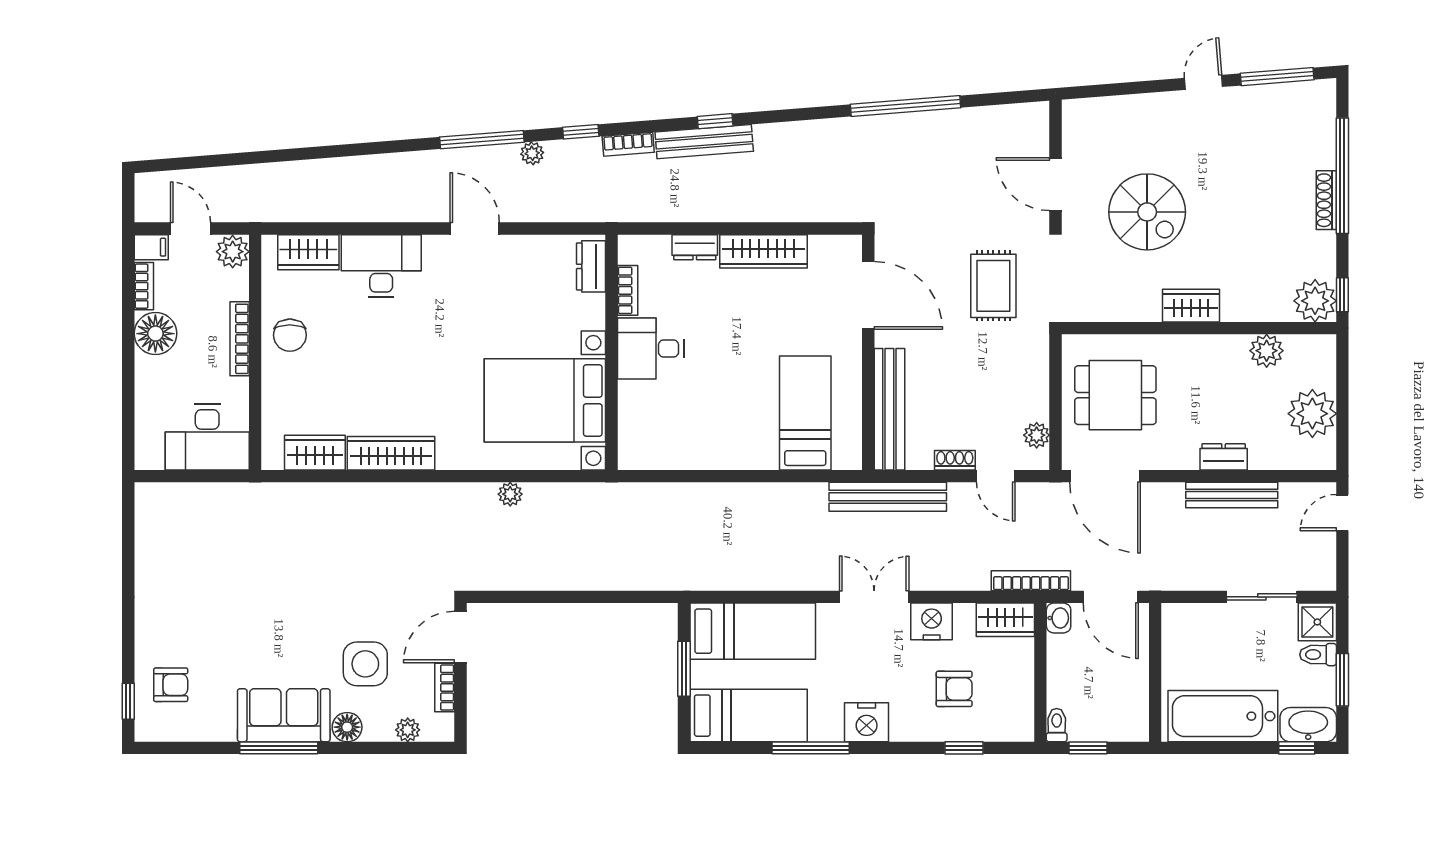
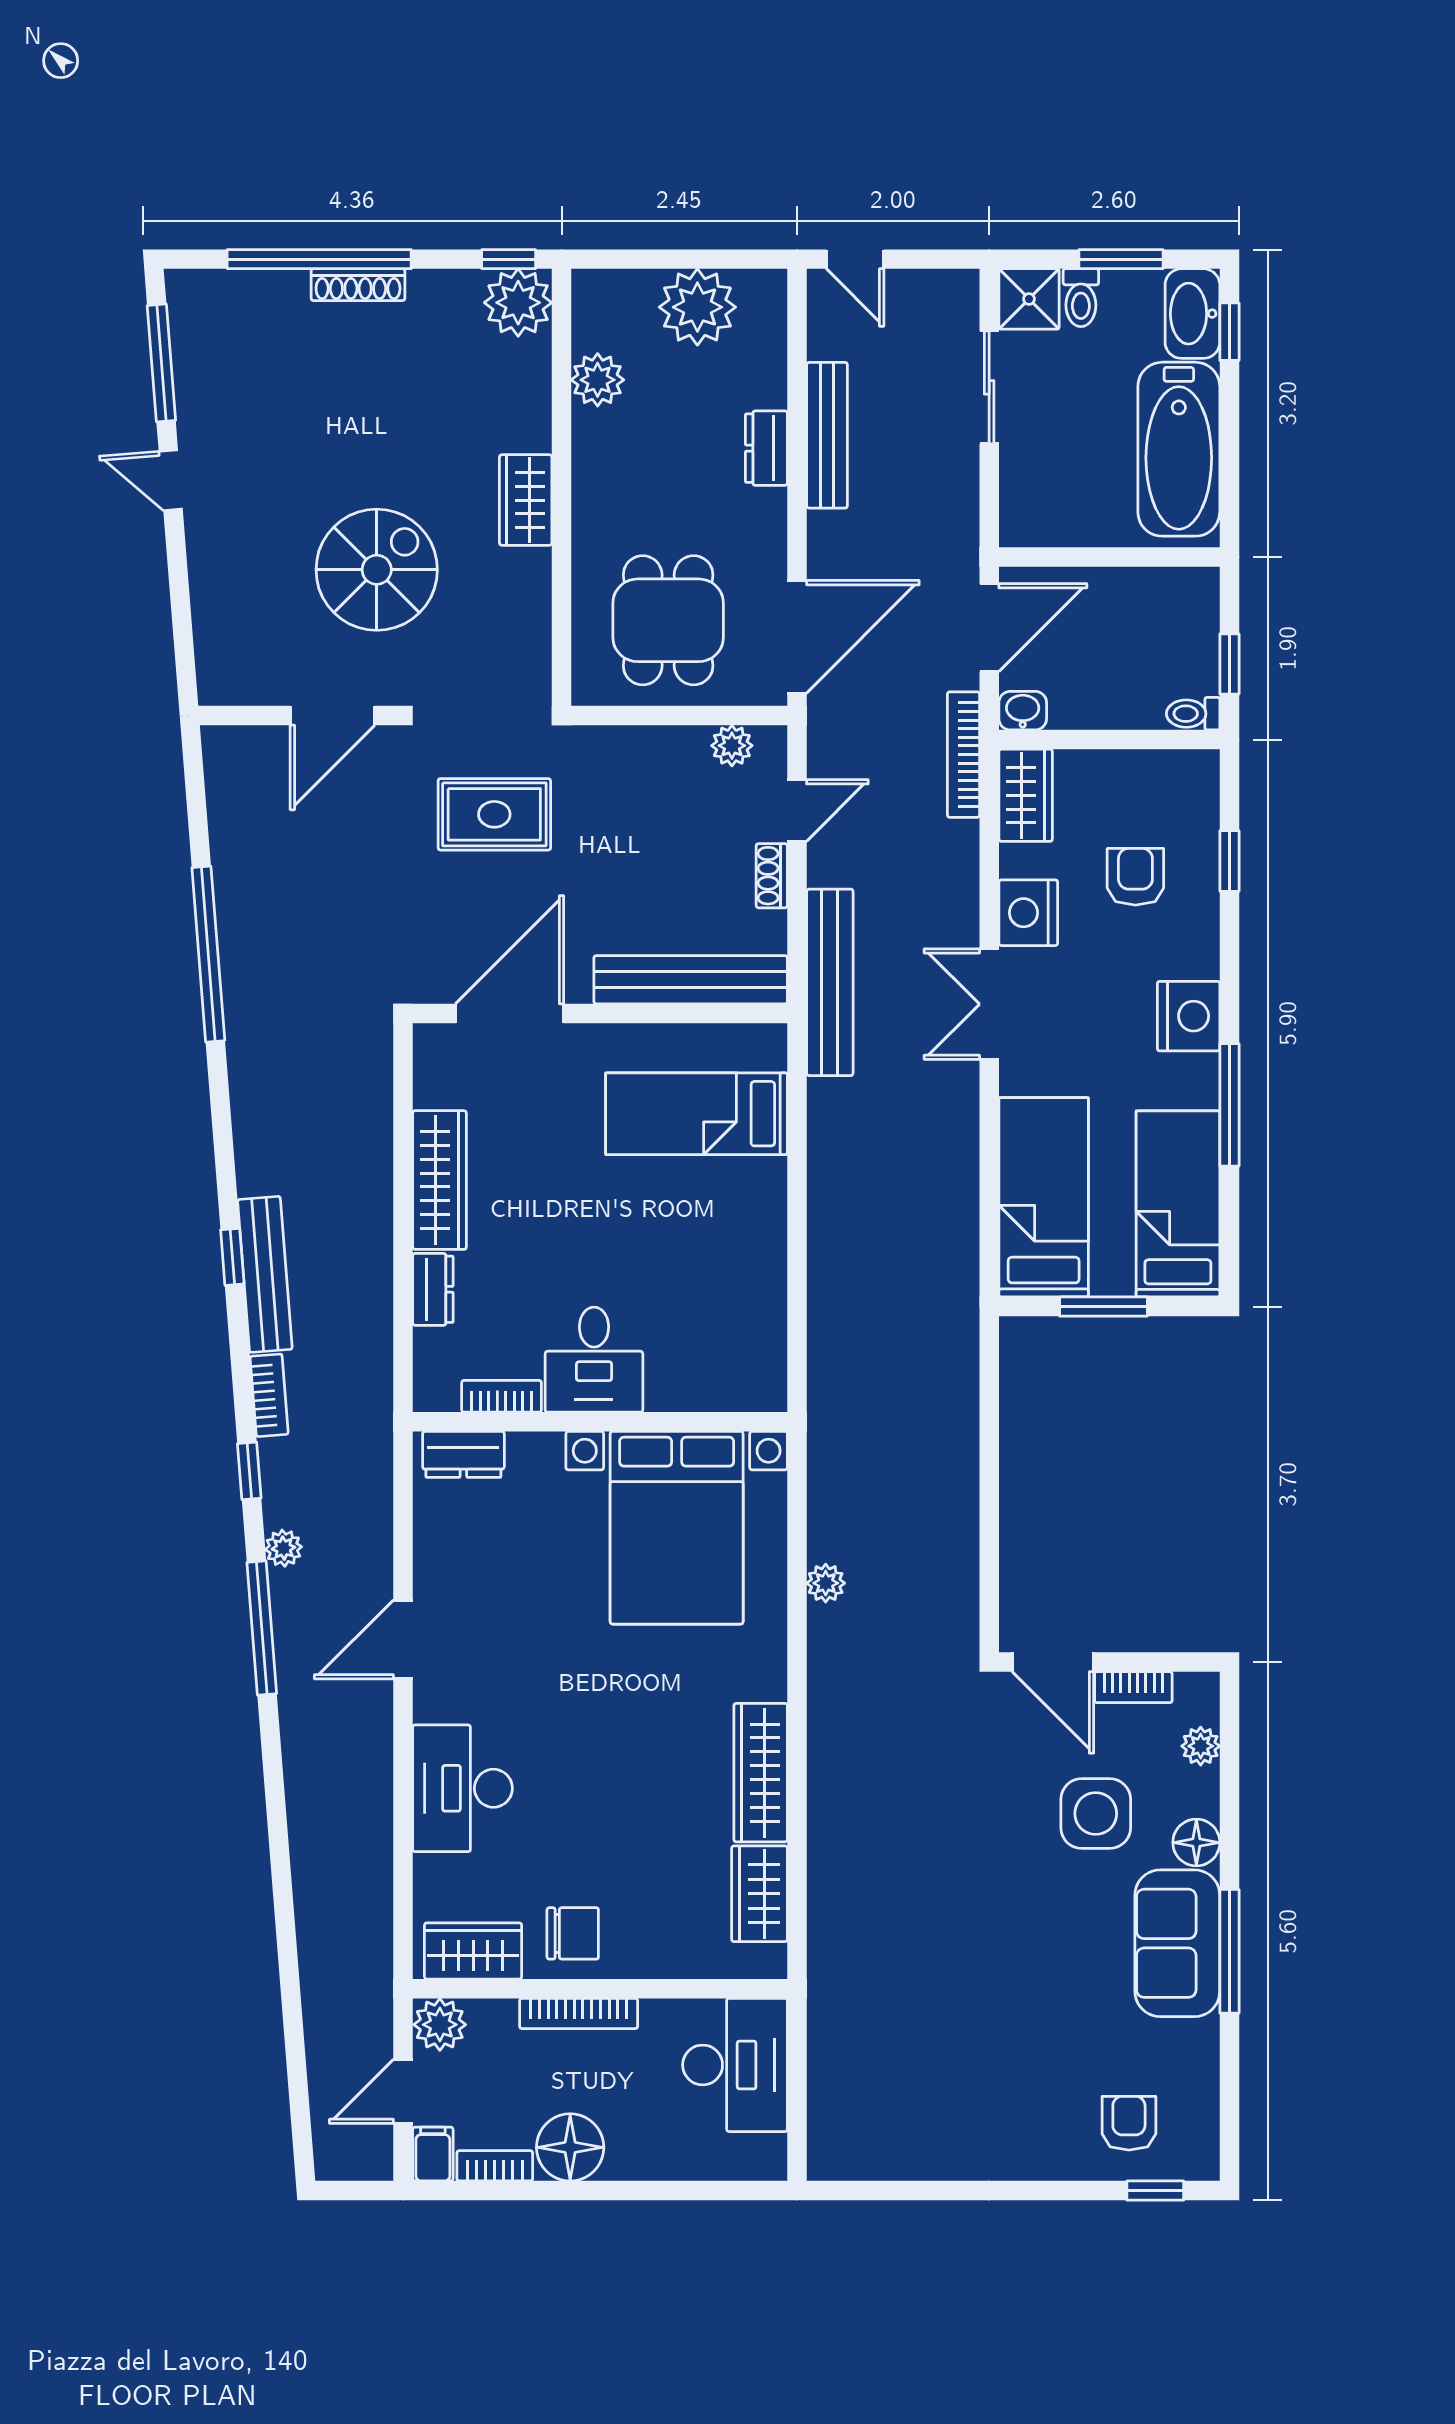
wardrobe: (308, 252) -> (473, 1951), moved, turned -90

